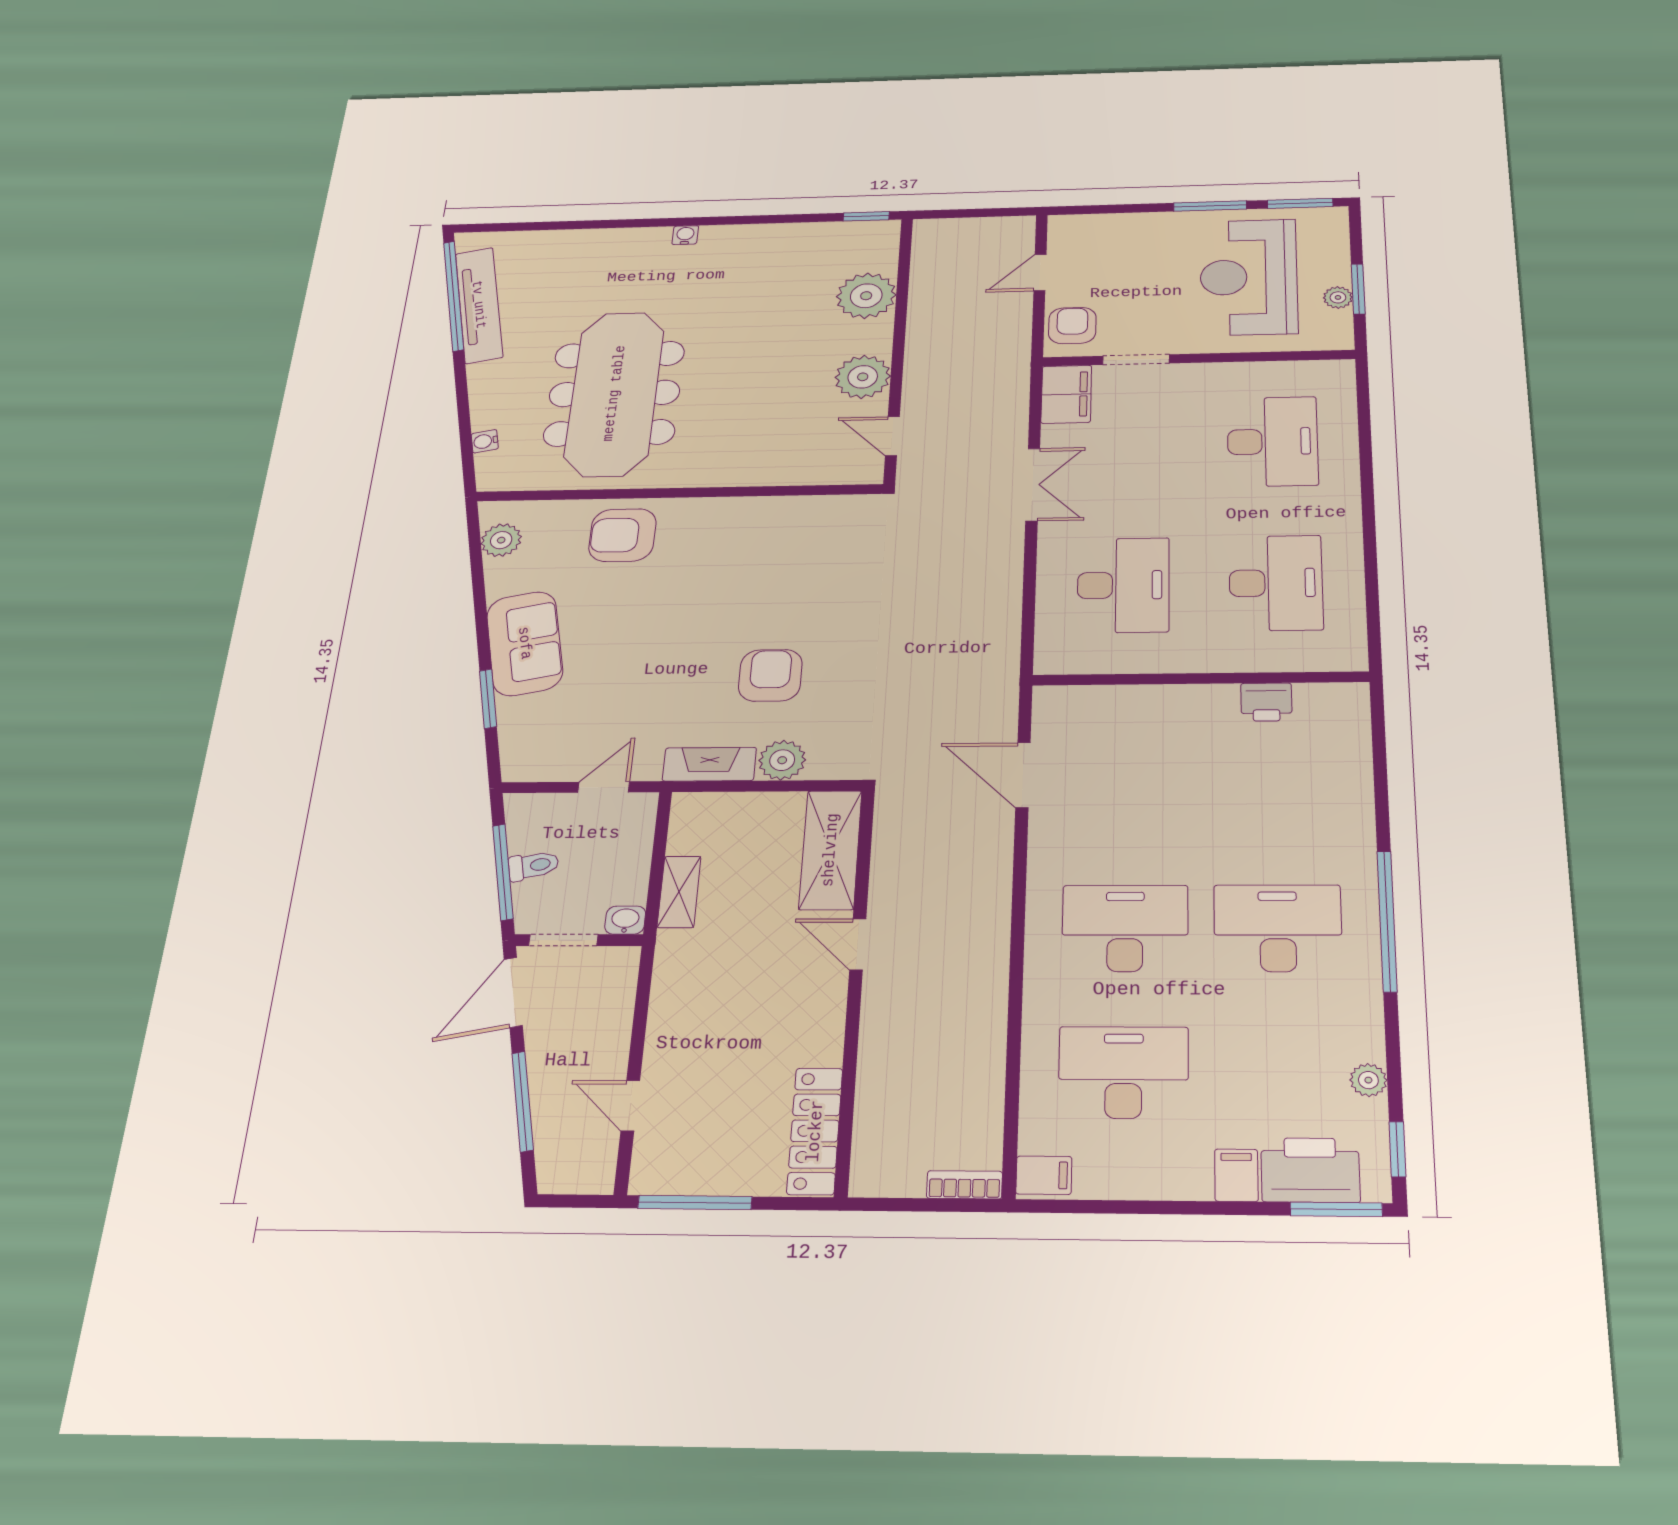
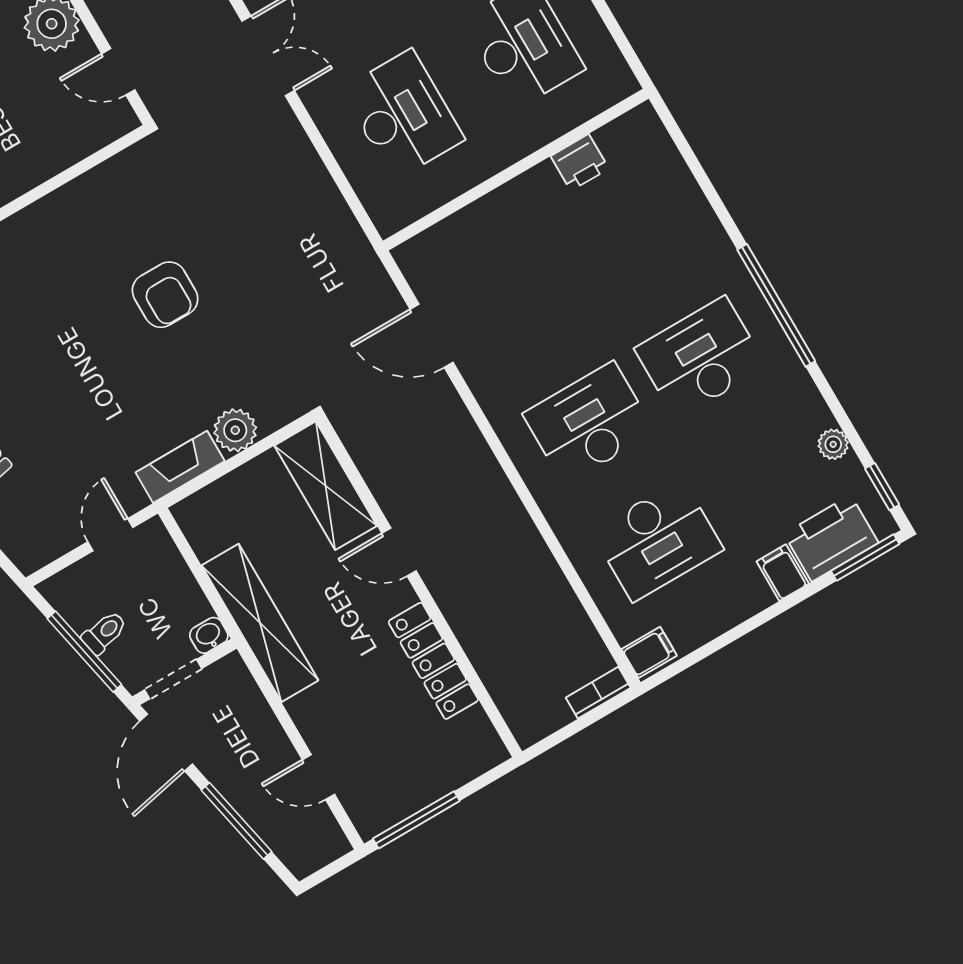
armchair: (770, 675) -> (165, 295), moved, turned 180
shelving: (679, 892) -> (260, 623), width x2.20, depth x1.33
desk: (1123, 1072) -> (657, 540), turned 180
locker: (815, 1131) -> (433, 661), moved

